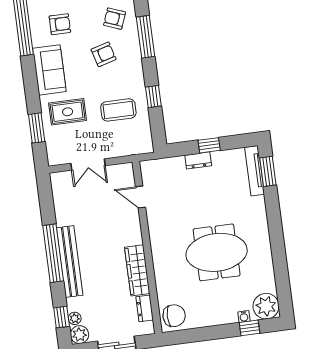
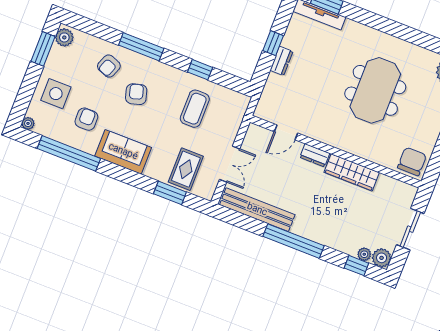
rug: (68, 112) -> (186, 169), moved
bench: (70, 262) -> (257, 210), moved
dresser: (145, 308) -> (315, 155), moved

